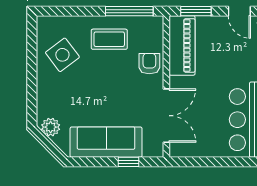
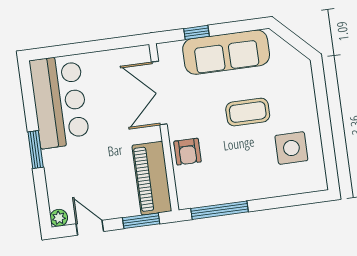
coffee table: (109, 39) -> (248, 112), moved
side table: (62, 55) -> (291, 148), turned 37
plant: (51, 127) -> (294, 61), removed

